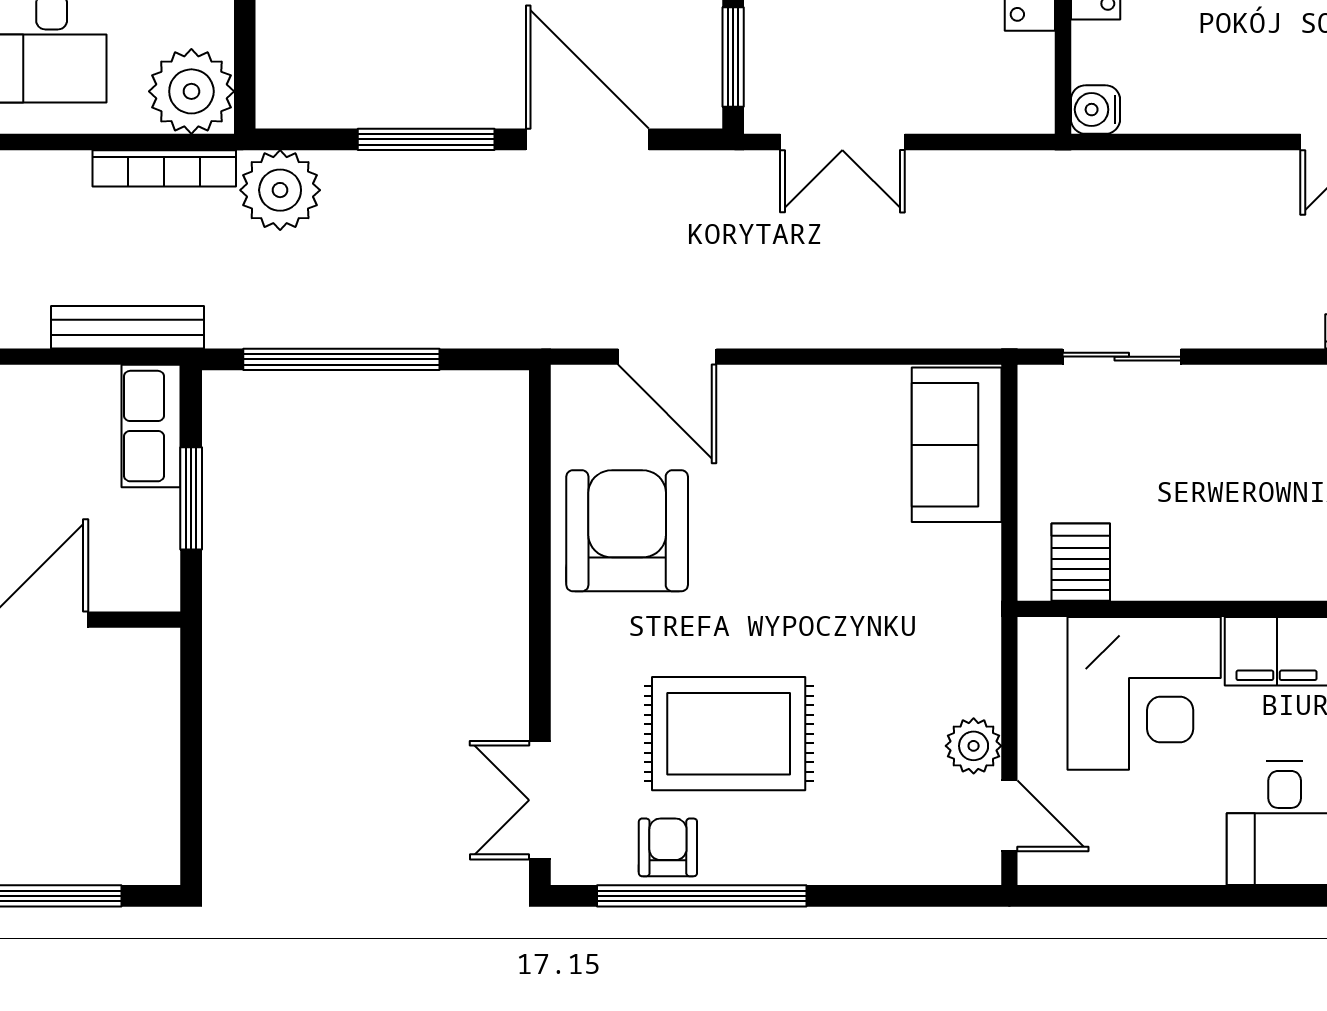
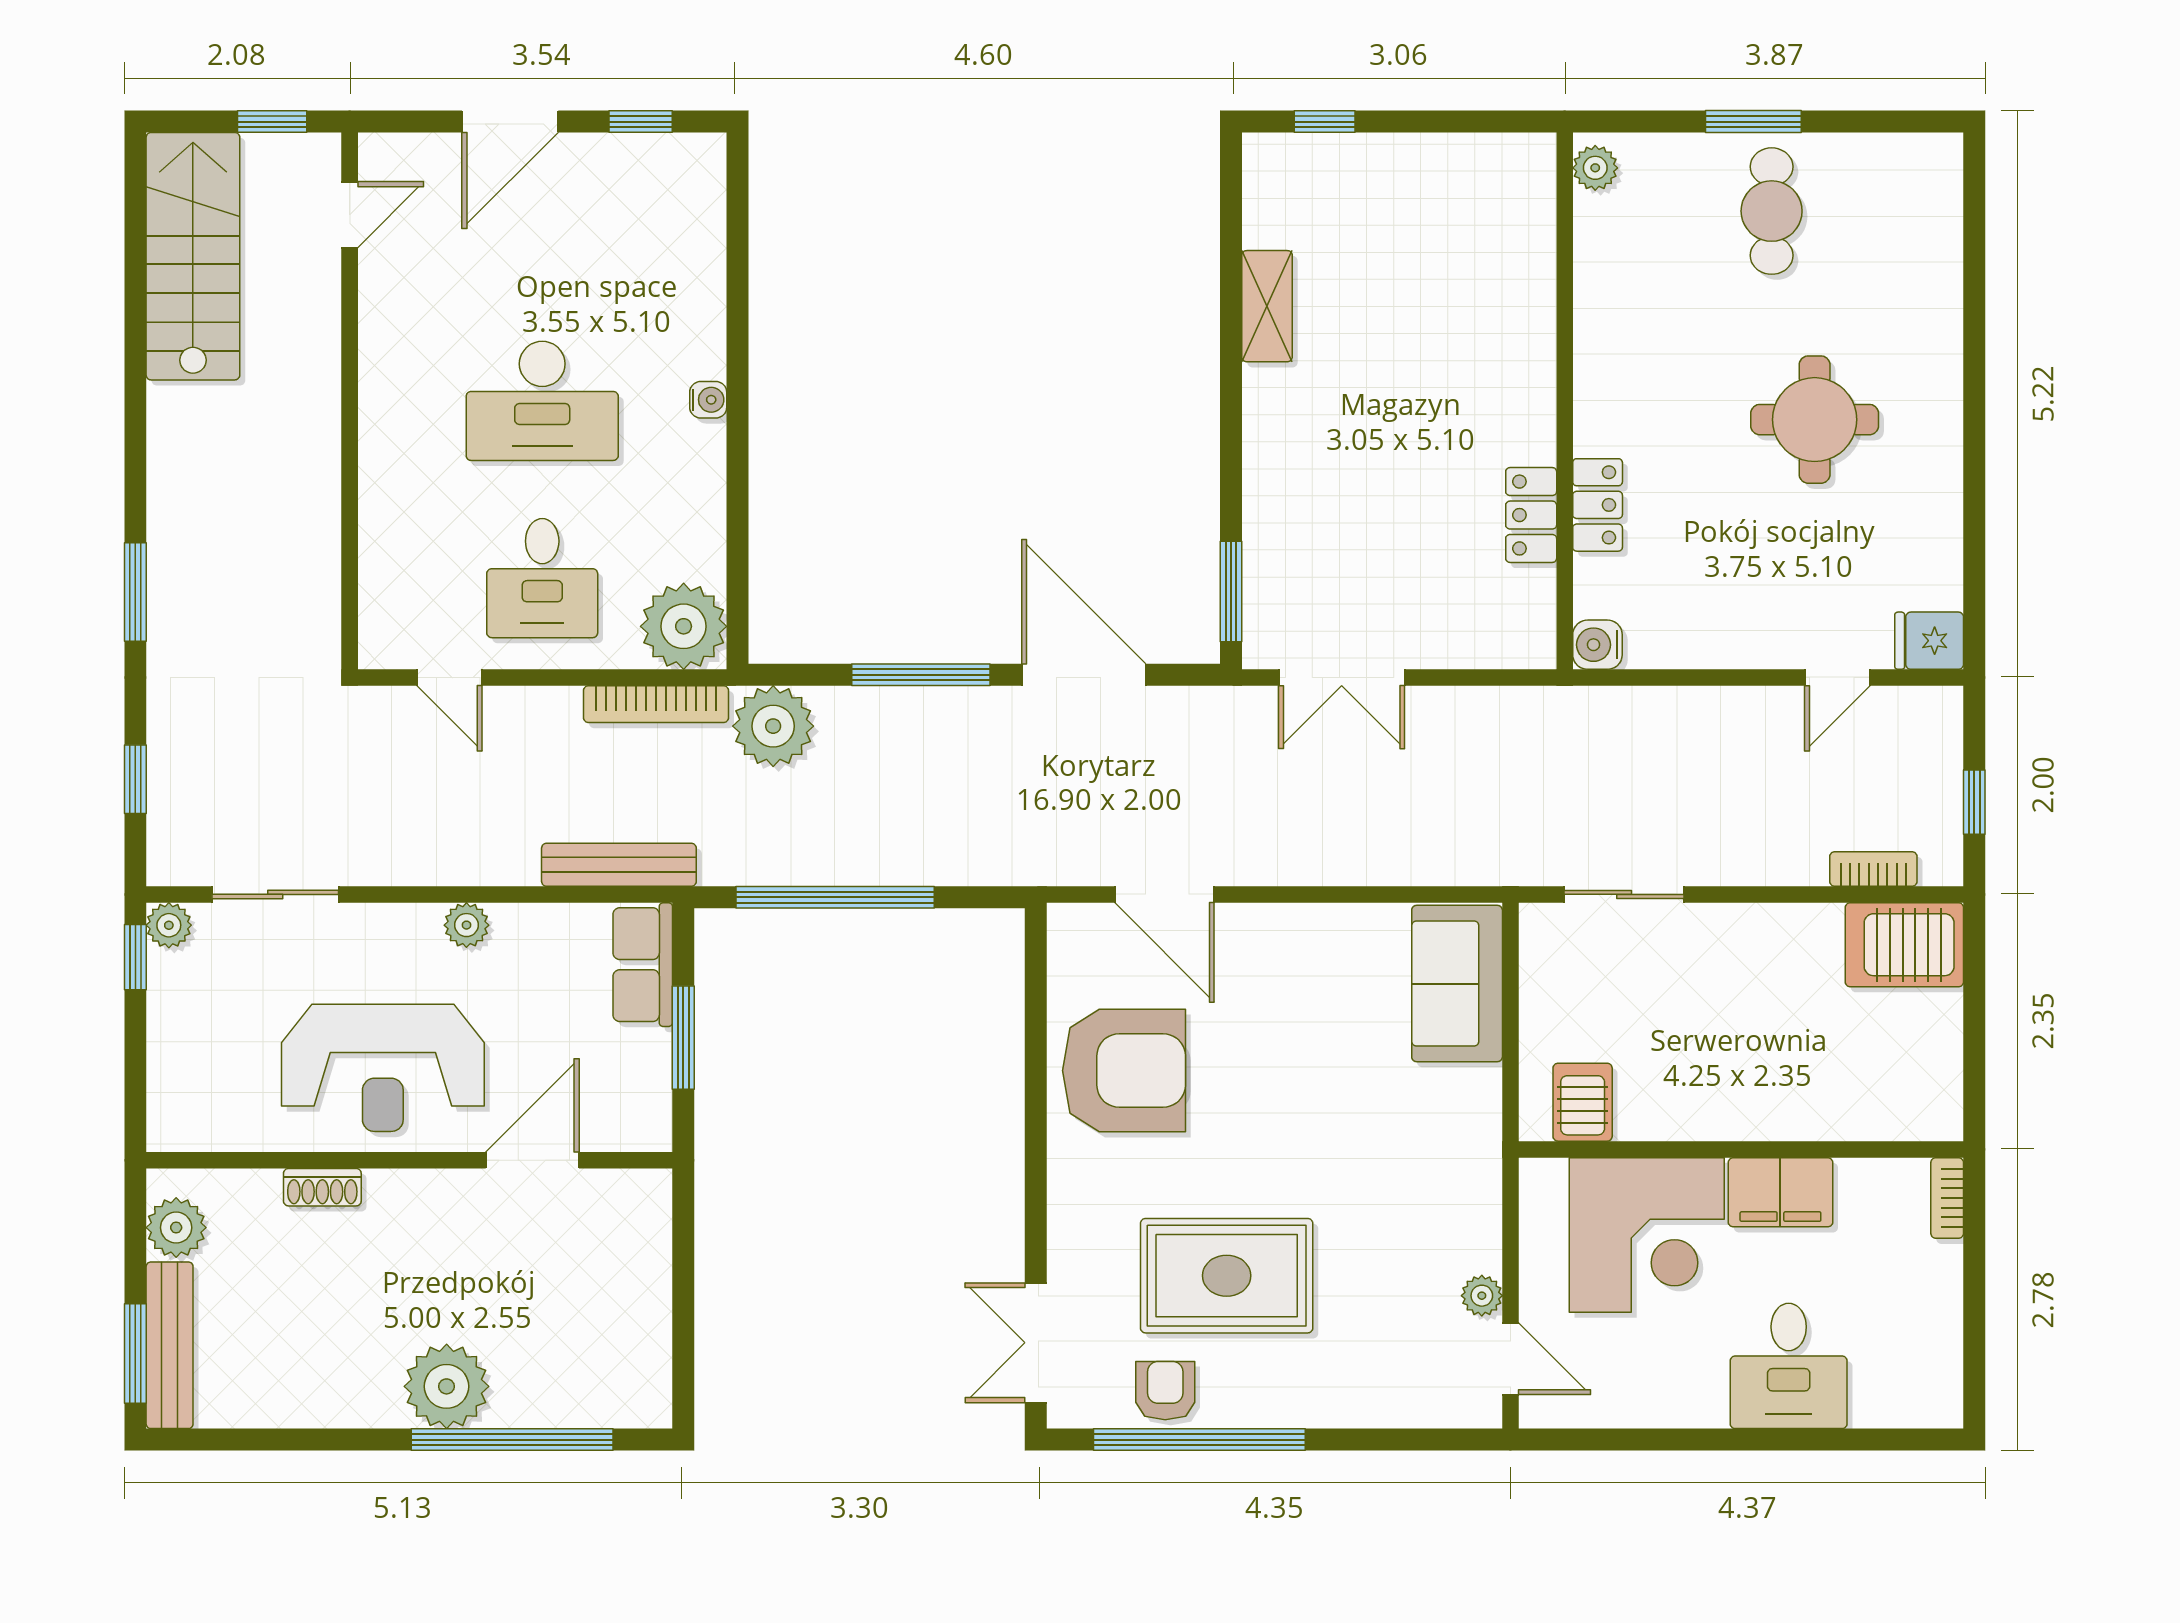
armchair: (627, 531) -> (1124, 1071), turned 90
plant: (974, 746) -> (1482, 1296), width x0.73, depth x0.73

